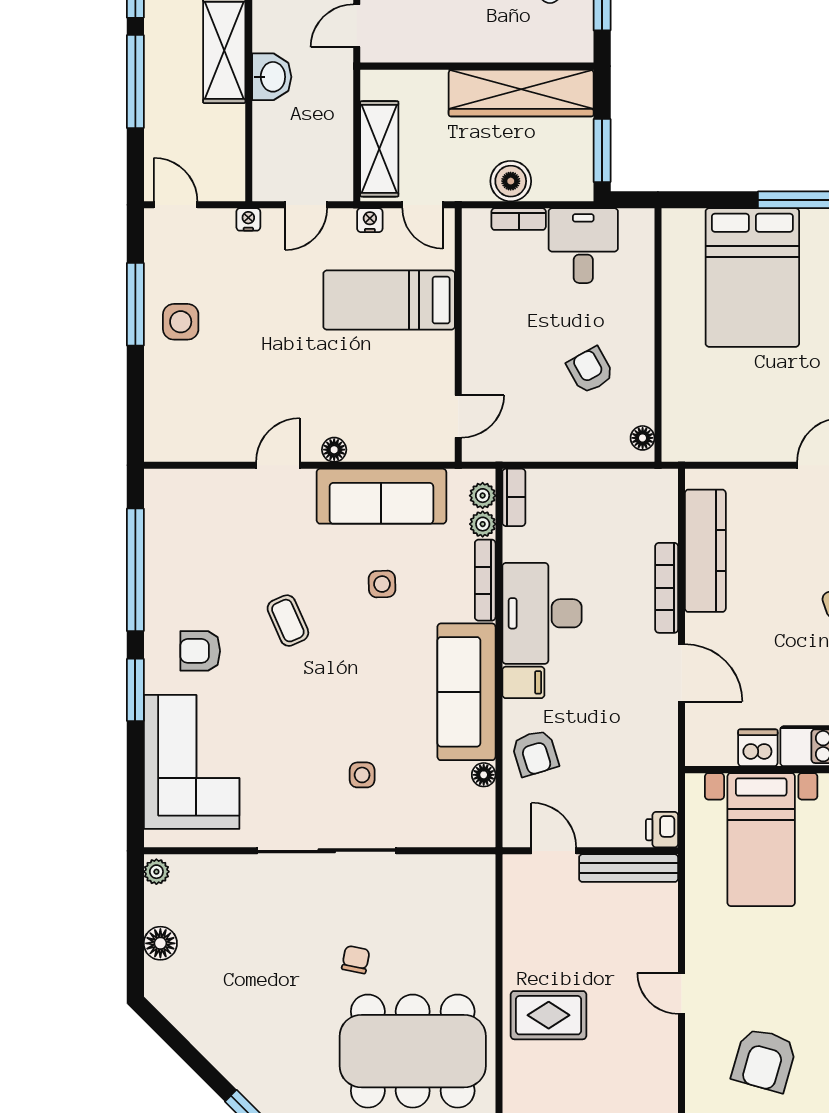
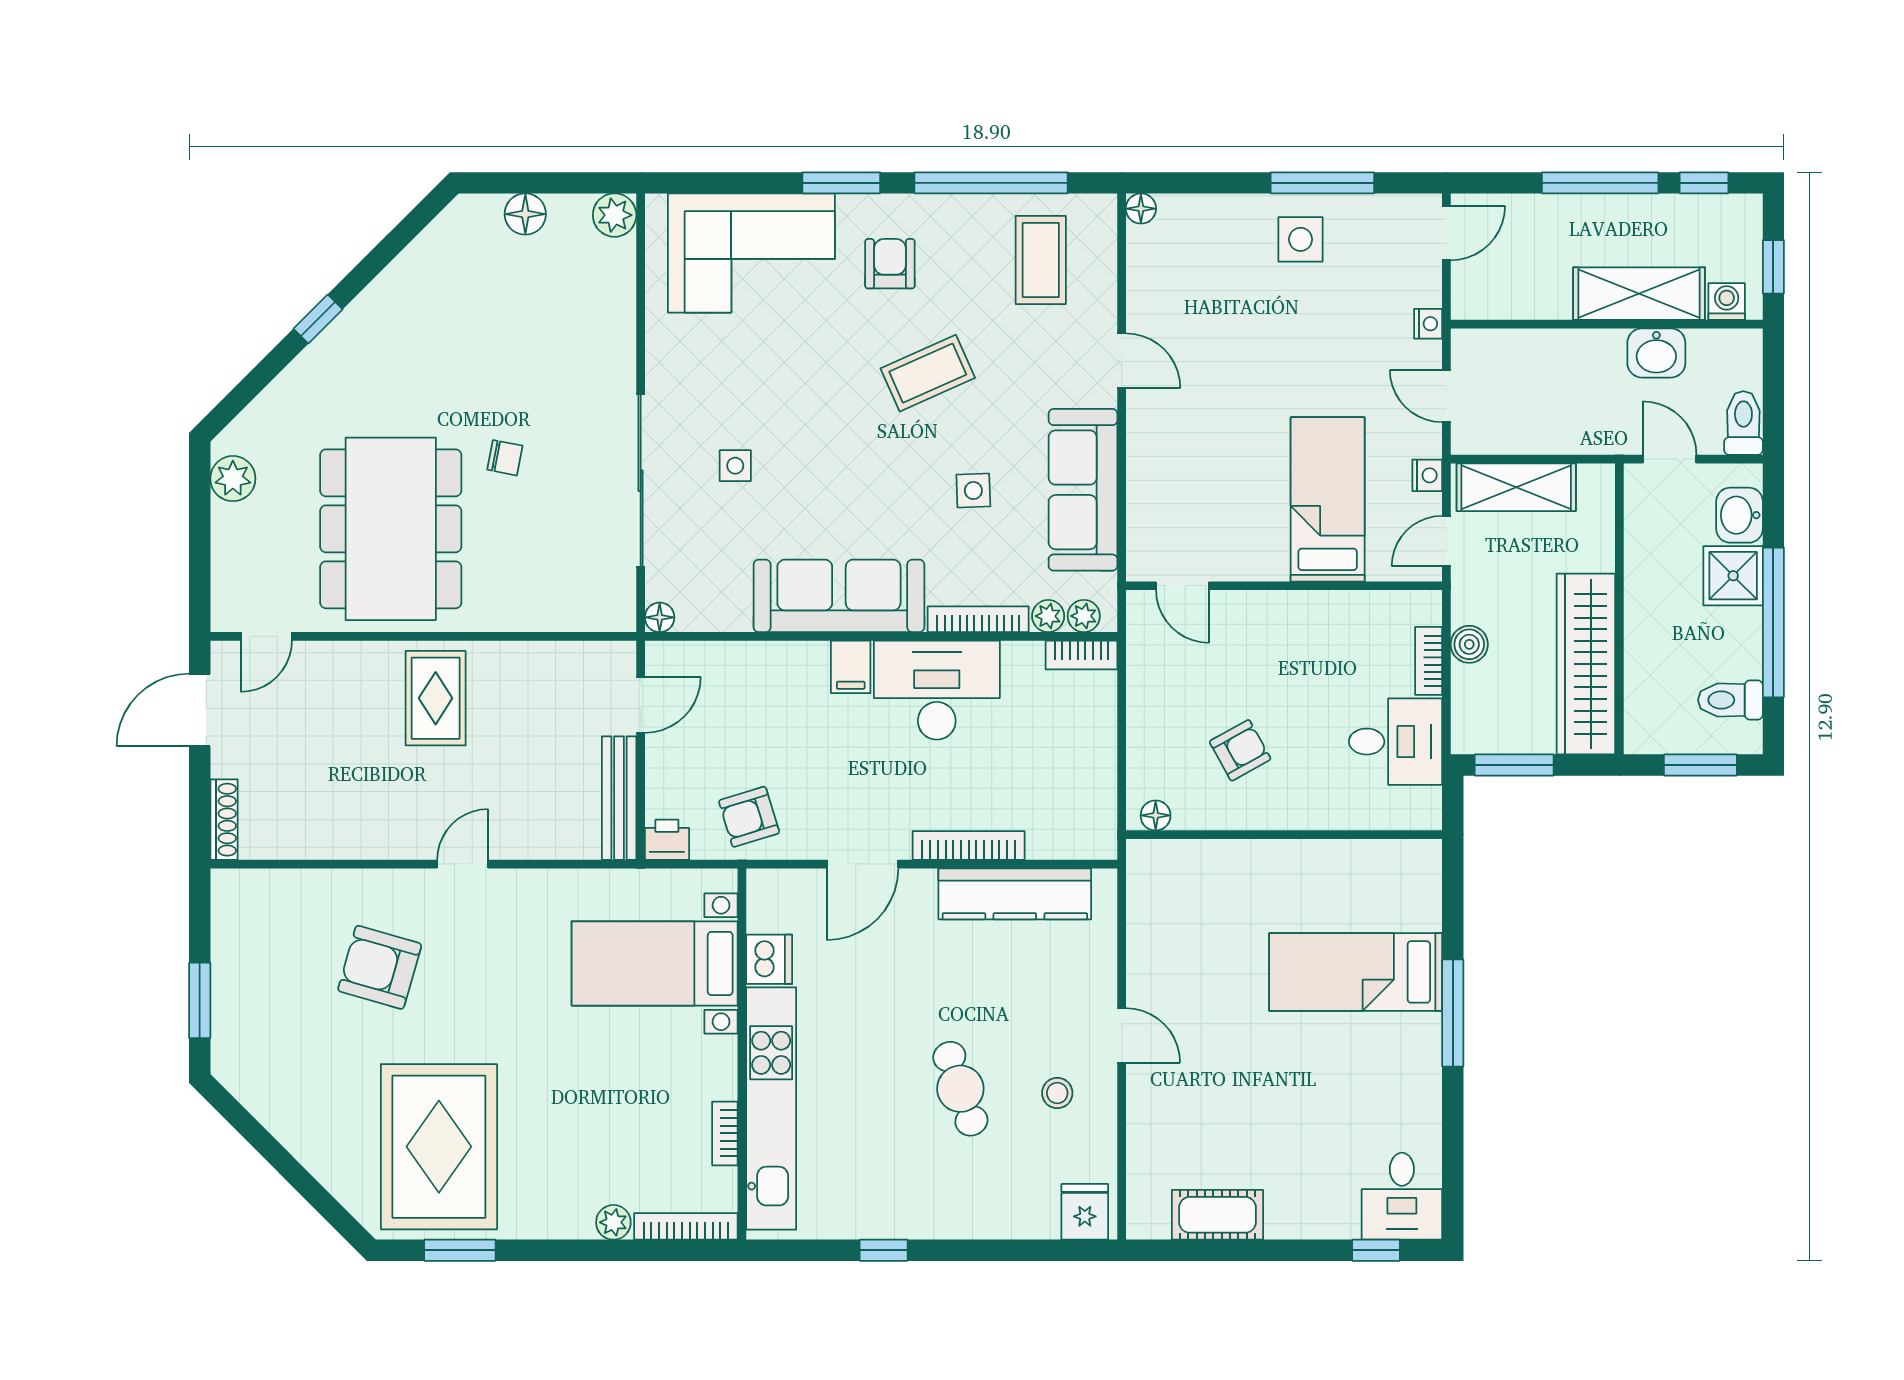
washbasin: (272, 77) -> (1656, 353), moved
boiler: (511, 181) -> (1469, 644), width x0.73, depth x0.73
bed: (752, 278) -> (1356, 972), width x0.67
floor lamp: (334, 450) -> (1141, 209), moved
coffee table: (197, 530) -> (1041, 260), added
coffee table: (288, 621) -> (928, 373), width x1.36, depth x1.30
armchair: (535, 753) -> (749, 817), moved
floor lamp: (484, 775) -> (660, 617), moved
sliding door: (327, 851) -> (641, 481), moved
plant: (156, 872) -> (615, 215), width x1.38, depth x1.38

